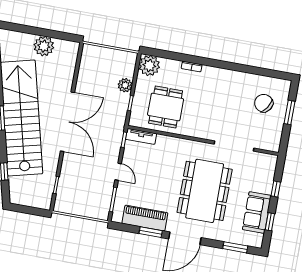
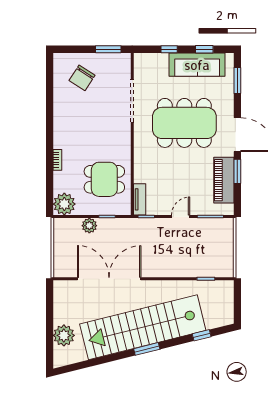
plant: (44, 46) -> (64, 335), moved
window: (290, 112) -> (108, 49), moved
double door: (67, 122) -> (109, 279), moved
sofa: (257, 213) -> (197, 65), width x1.36

